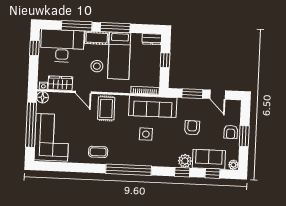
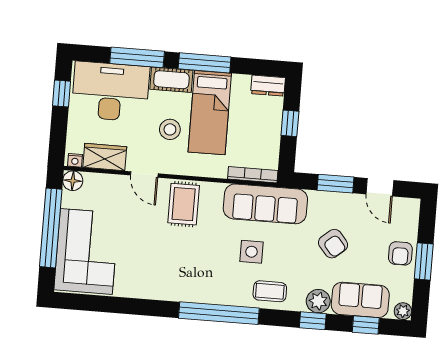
armchair: (192, 128) -> (333, 244), turned 140
coffee table: (98, 152) -> (270, 291), moved

